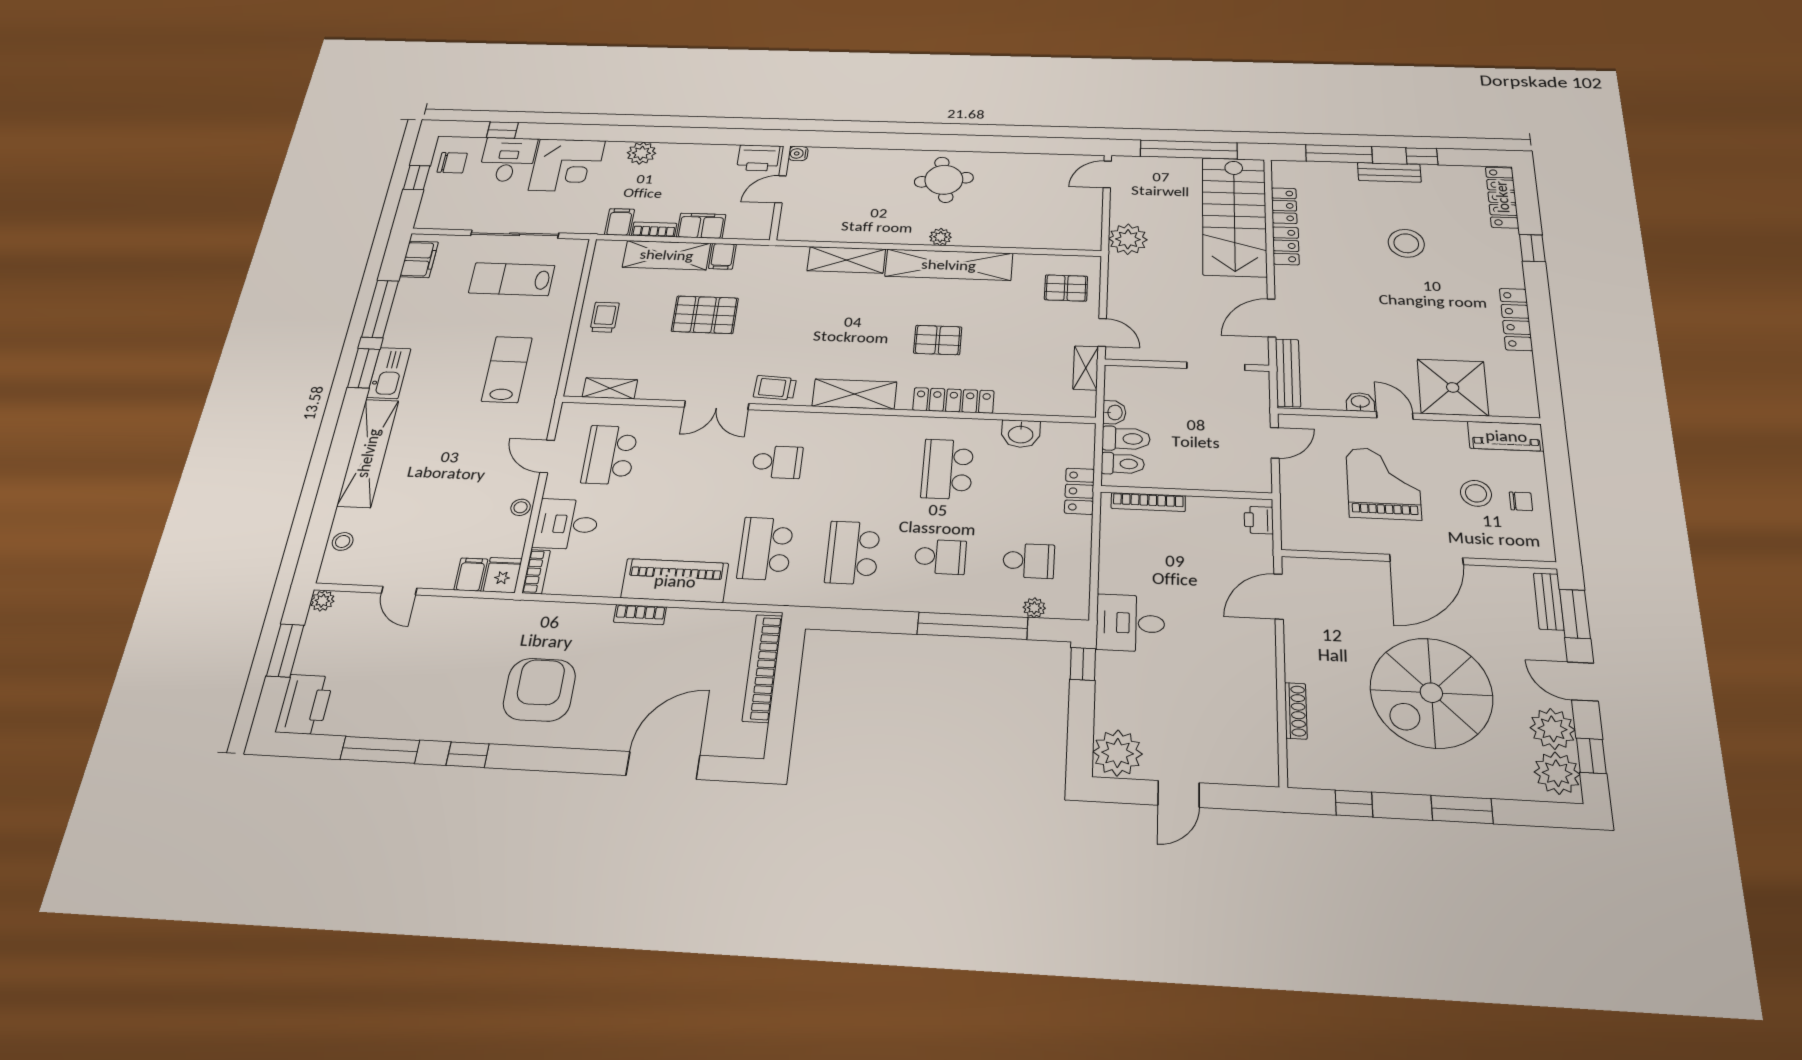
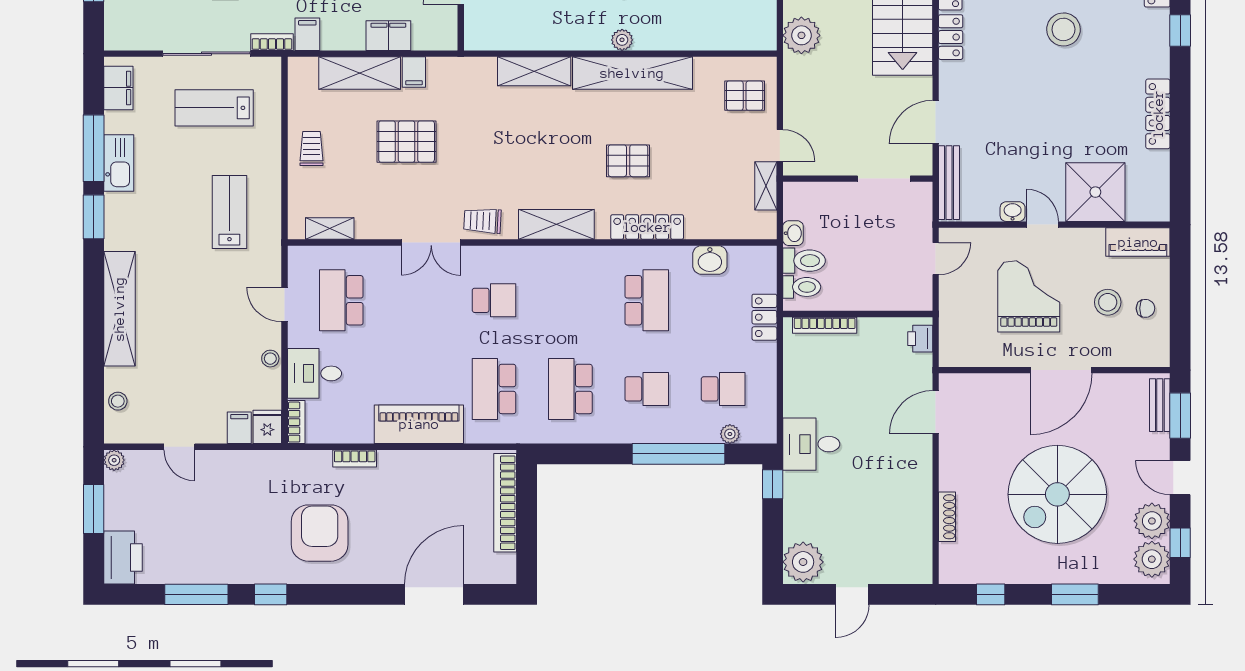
bookcase: (654, 229) -> (272, 42), moved
kitchen sink: (389, 373) -> (119, 163), moved
school desk: (947, 469) -> (647, 300), turned 180
bookcase: (640, 615) -> (355, 458), moved

